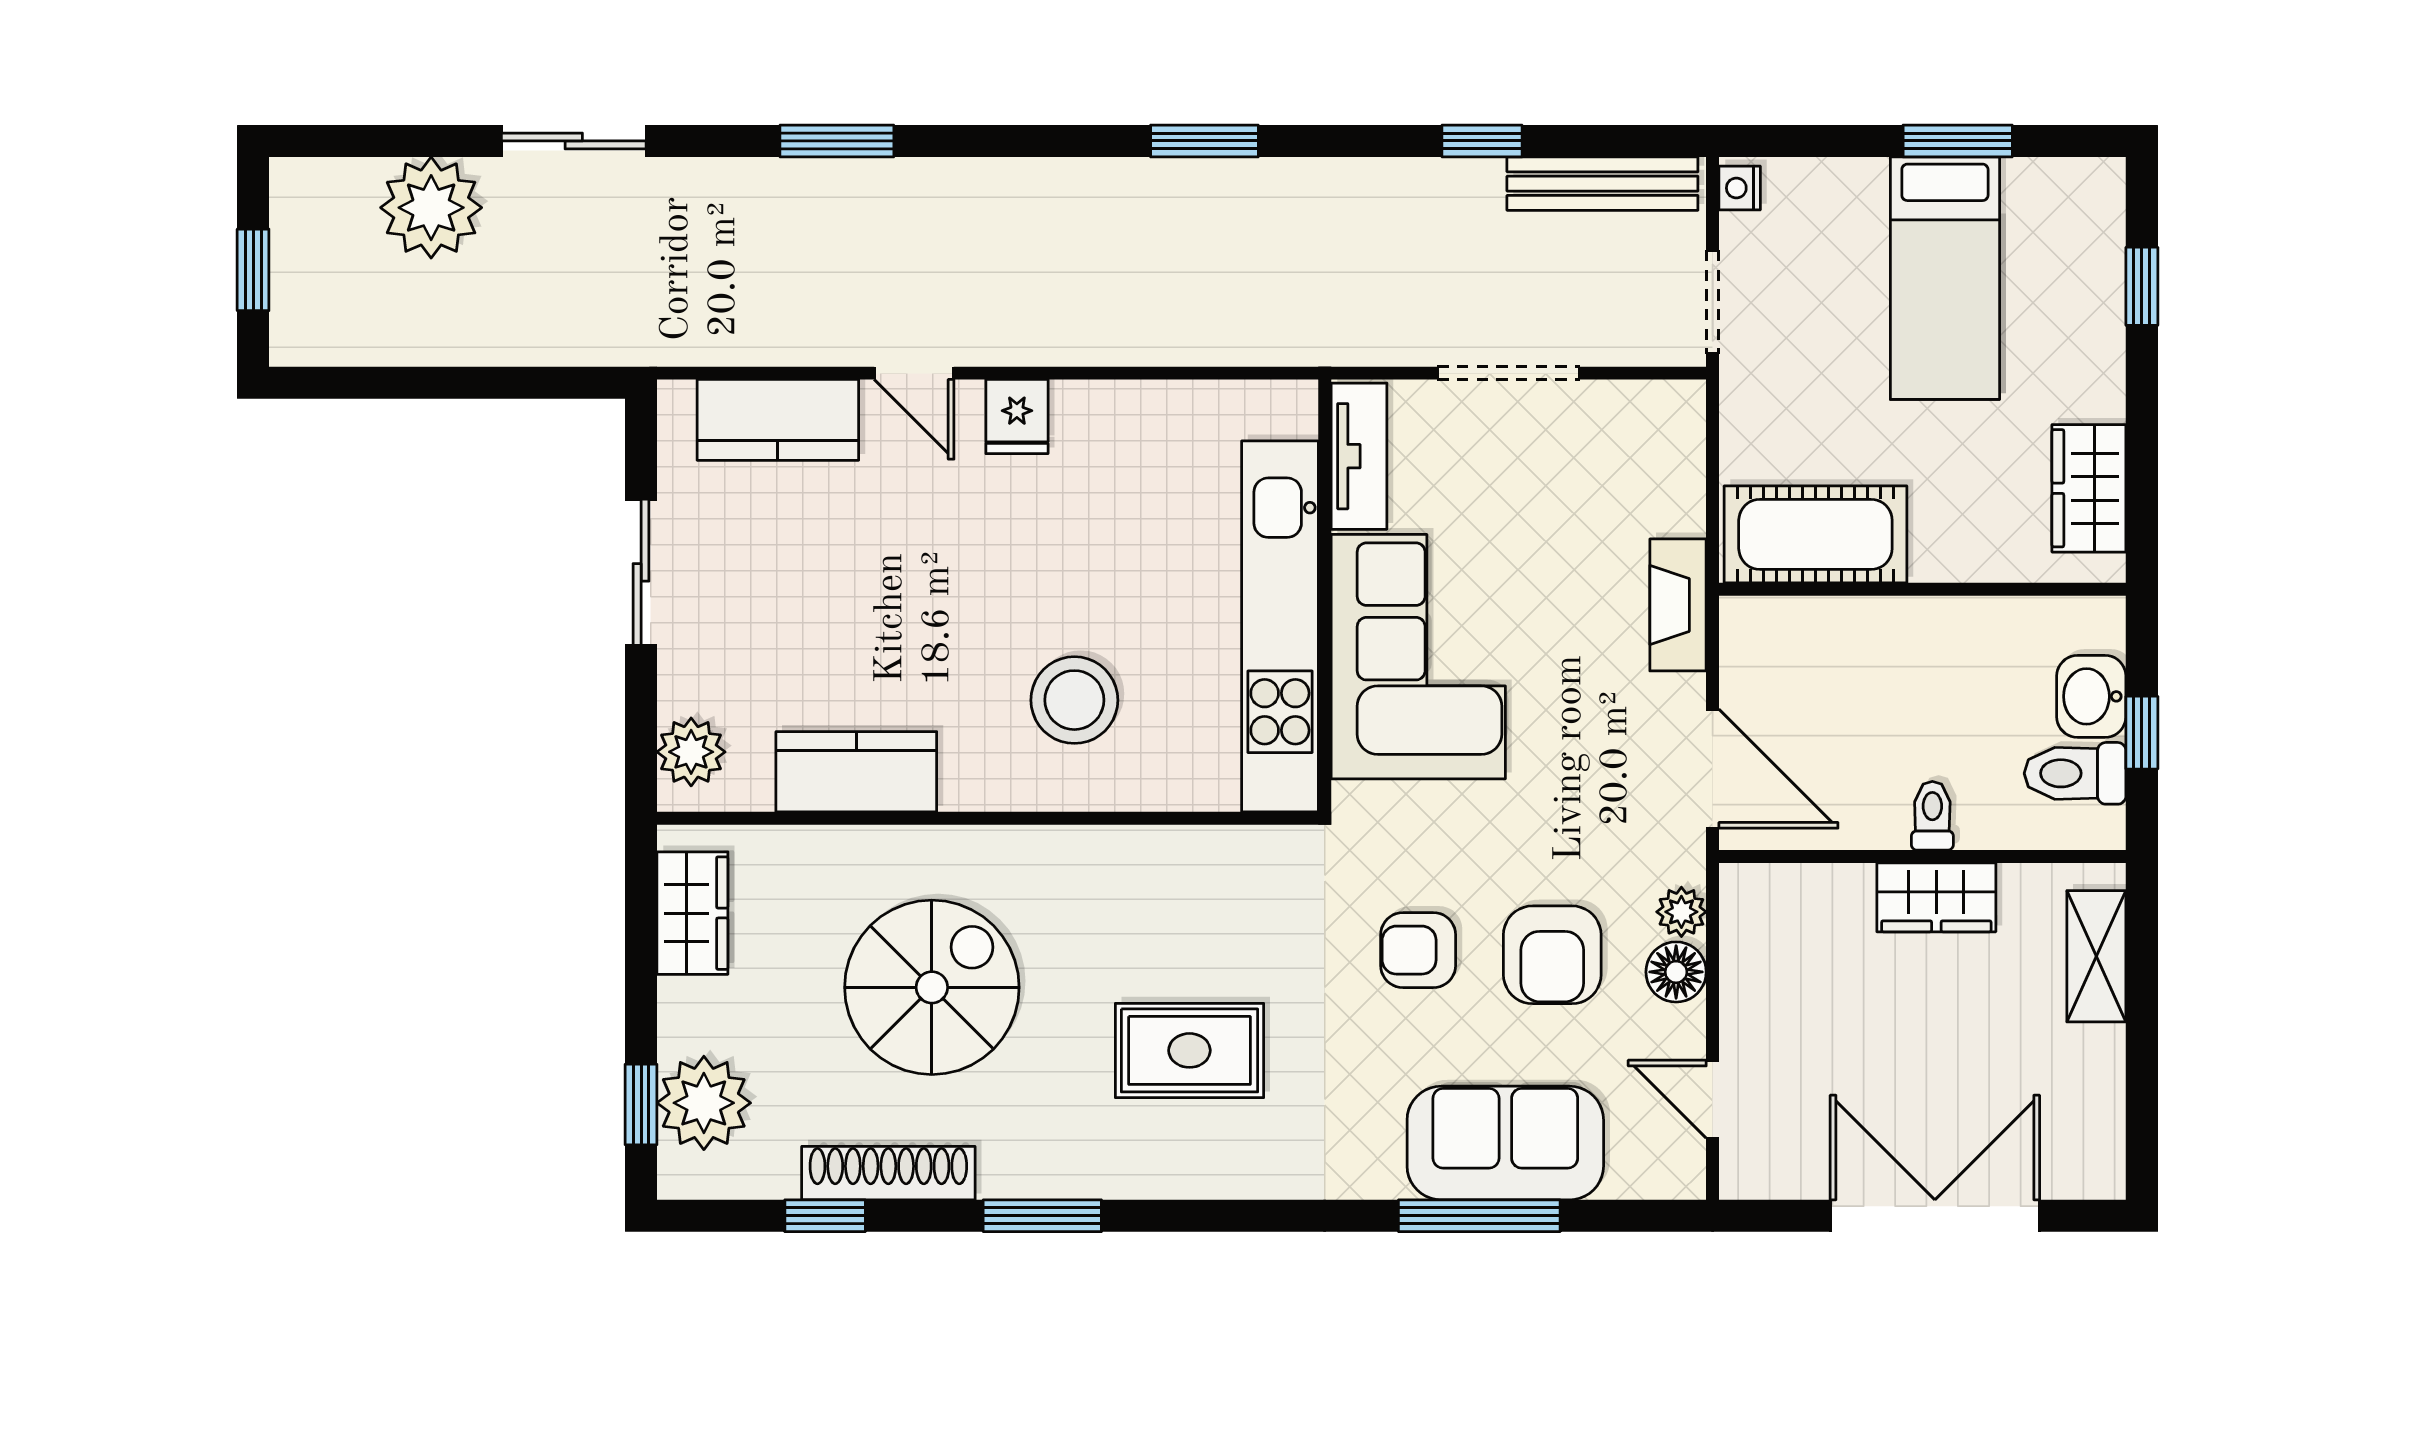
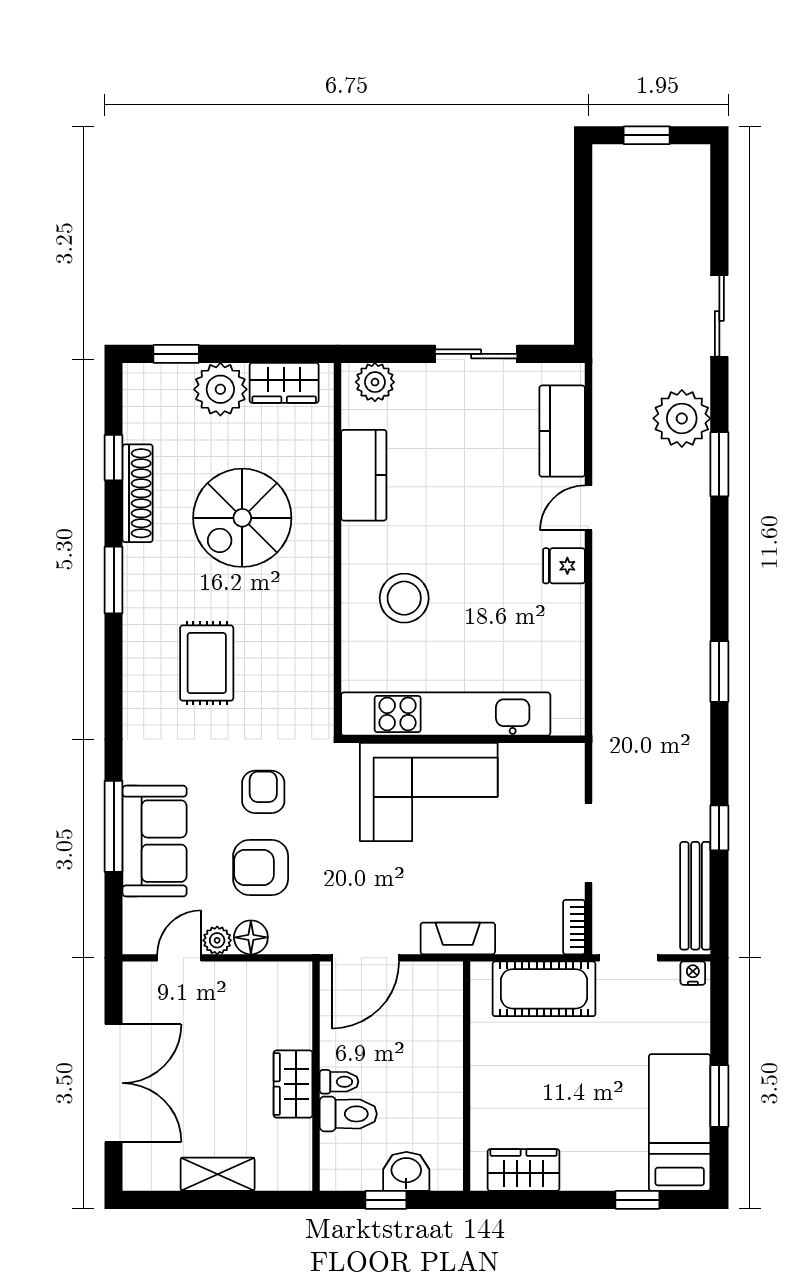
plant: (431, 208) -> (682, 418), moved
bed: (1945, 278) -> (680, 1123), moved, turned 90
bookcase: (1658, 399) -> (574, 927), added
tv unit: (1359, 456) -> (542, 759), removed
cot: (1815, 534) -> (544, 989), moved, turned 90
toilet: (2075, 773) -> (348, 1114), moved, turned 90
plant: (1681, 912) -> (217, 940), moved
shelving: (2096, 956) -> (218, 1174), moved
spiral stairs: (932, 987) -> (242, 518), turned 90
plant: (704, 1103) -> (220, 389), moved

